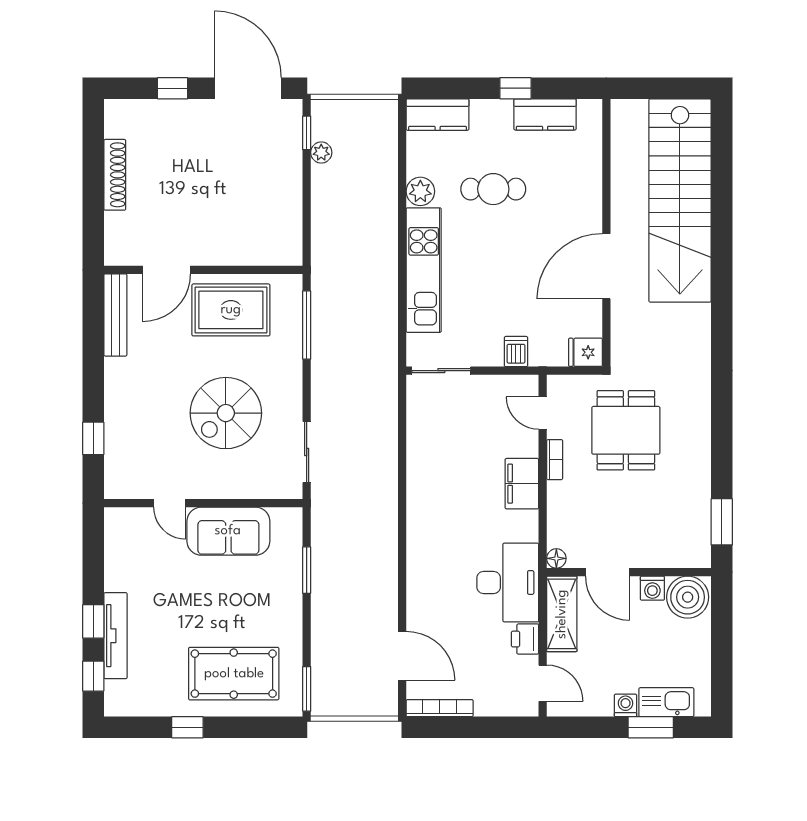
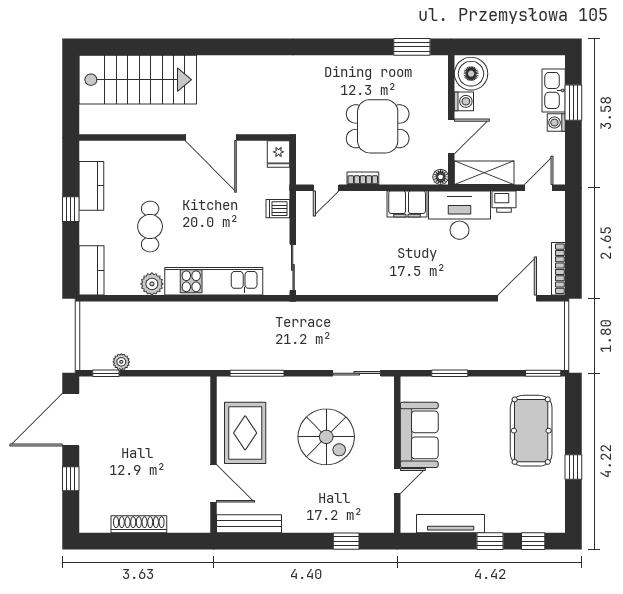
stairs: (680, 200) -> (138, 80), width x0.73
dining table: (626, 430) -> (378, 126), moved
filing cabinet: (522, 484) -> (407, 204), moved
tv unit: (116, 636) -> (451, 524), moved

